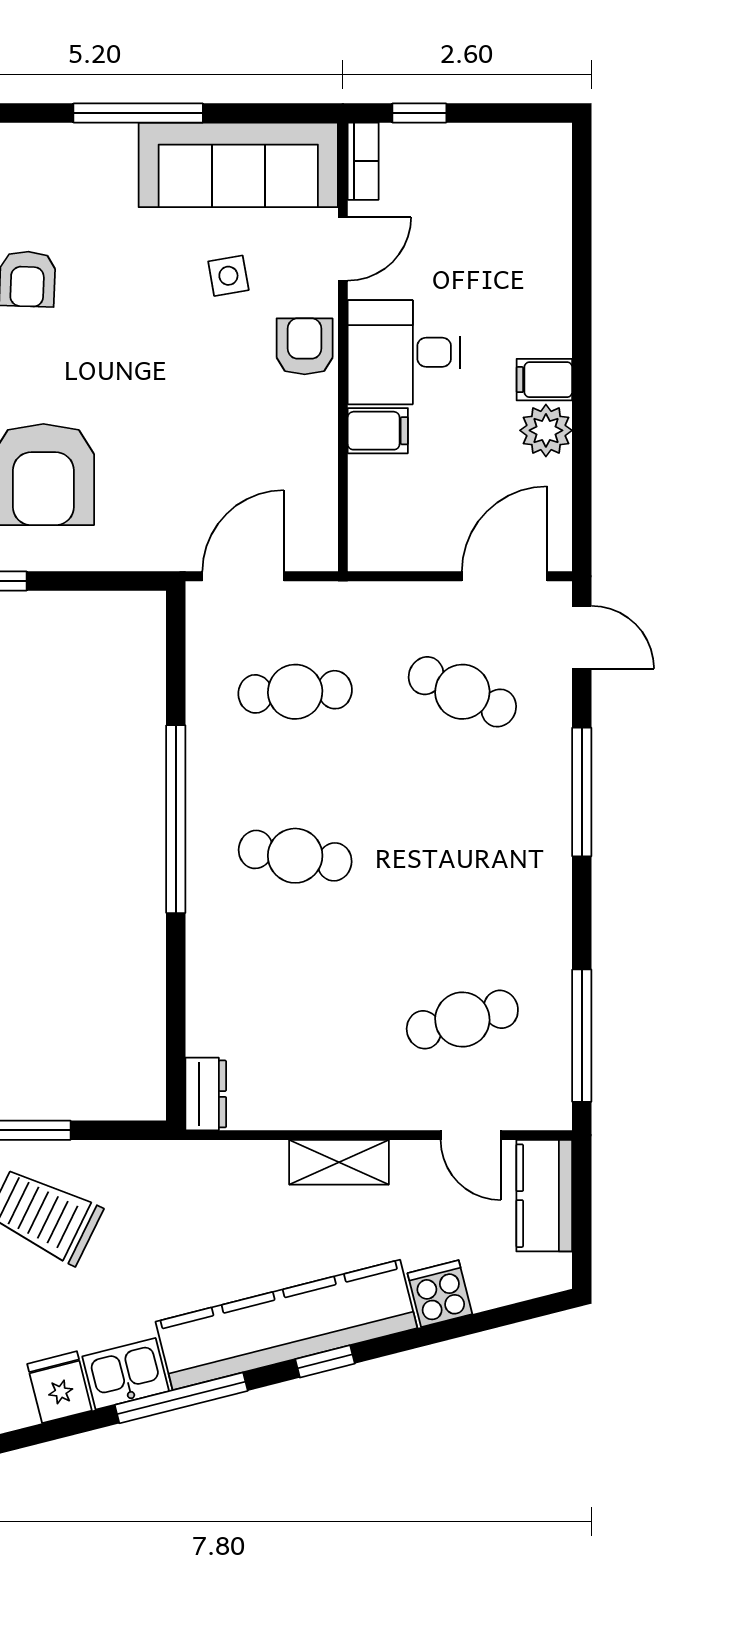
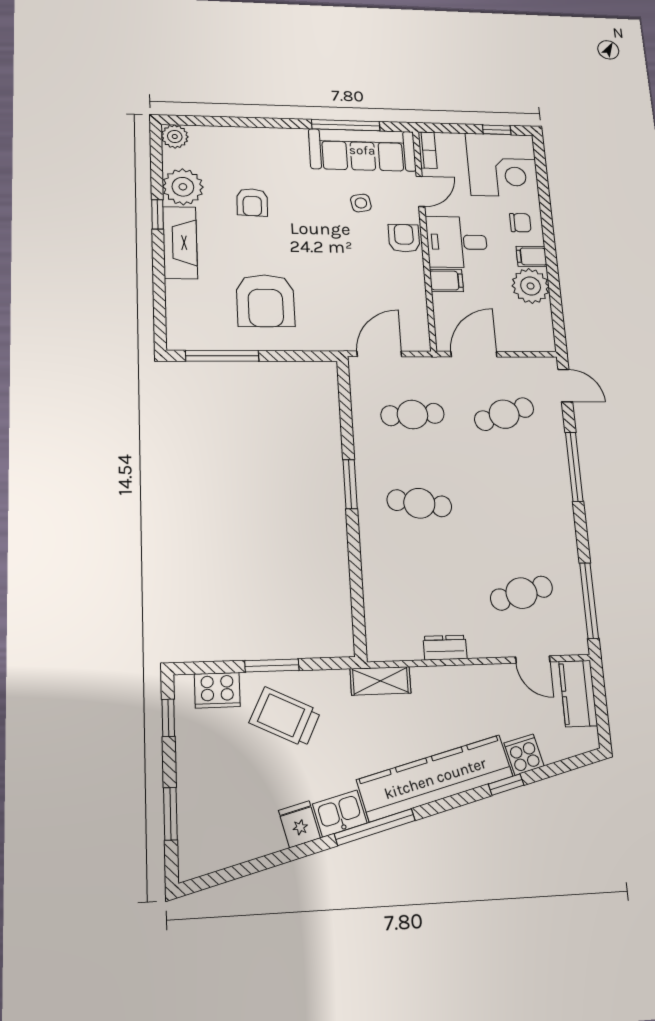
window: (138, 113) -> (346, 125), moved
window: (419, 113) -> (497, 130), moved
corner desk: (506, 189) -> (502, 165), added
chair: (530, 310) -> (520, 223), added
plant: (546, 430) -> (531, 286), width x1.36, depth x1.36
door: (505, 576) -> (474, 354), moved
cafe table: (462, 692) -> (504, 414), turned -42
window: (176, 819) -> (350, 484), width x0.47
dresser: (206, 1094) -> (445, 648), moved, turned -90
shelving: (339, 1162) -> (380, 681), moved
window: (325, 1361) -> (506, 785), moved

